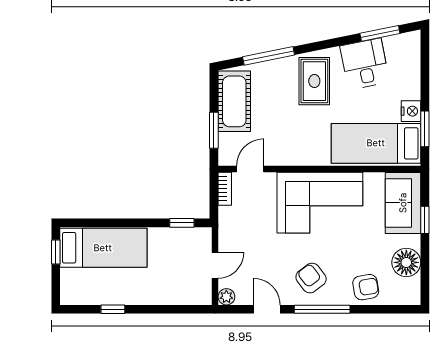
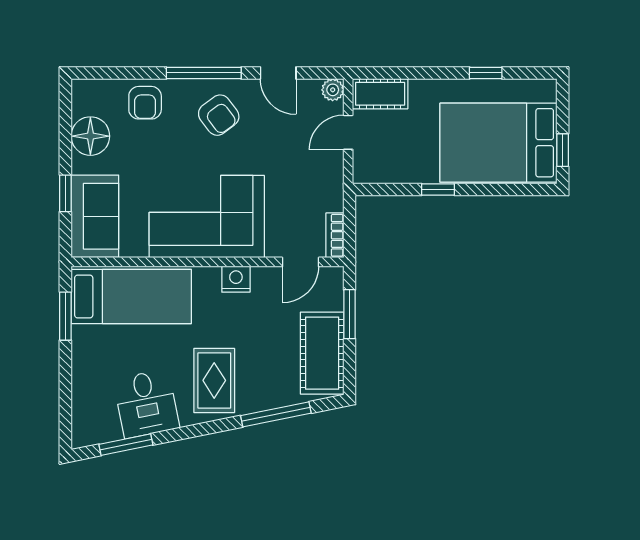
nightstand: (411, 111) -> (236, 279), moved, turned 90
window: (182, 223) -> (438, 189), moved
bed: (103, 248) -> (498, 143), width x1.50
armchair: (366, 287) -> (145, 103), turned -80
cot: (191, 294) -> (380, 94), added

